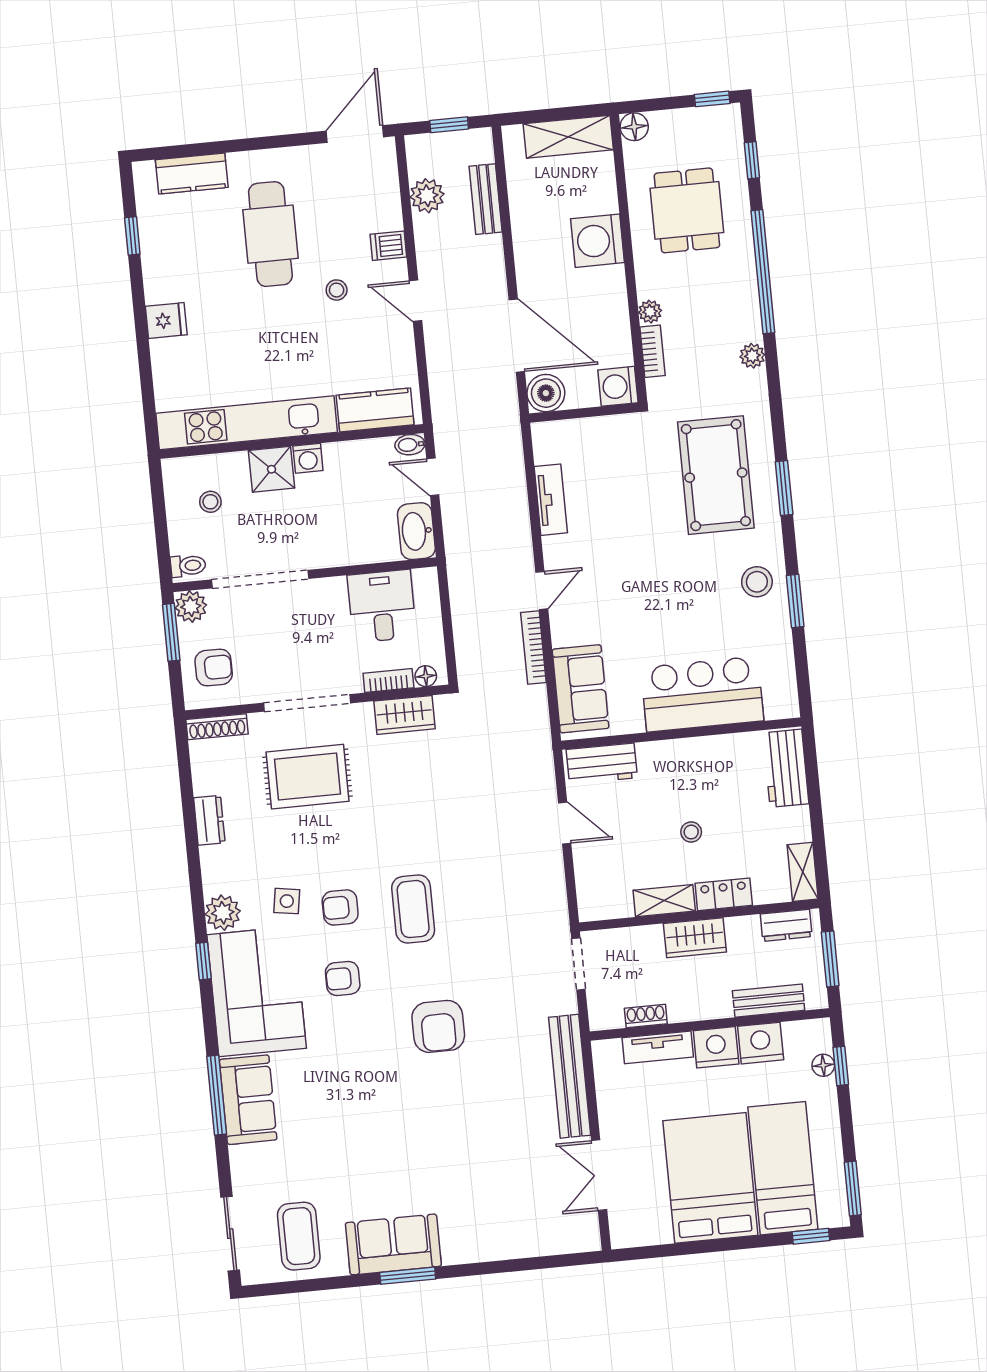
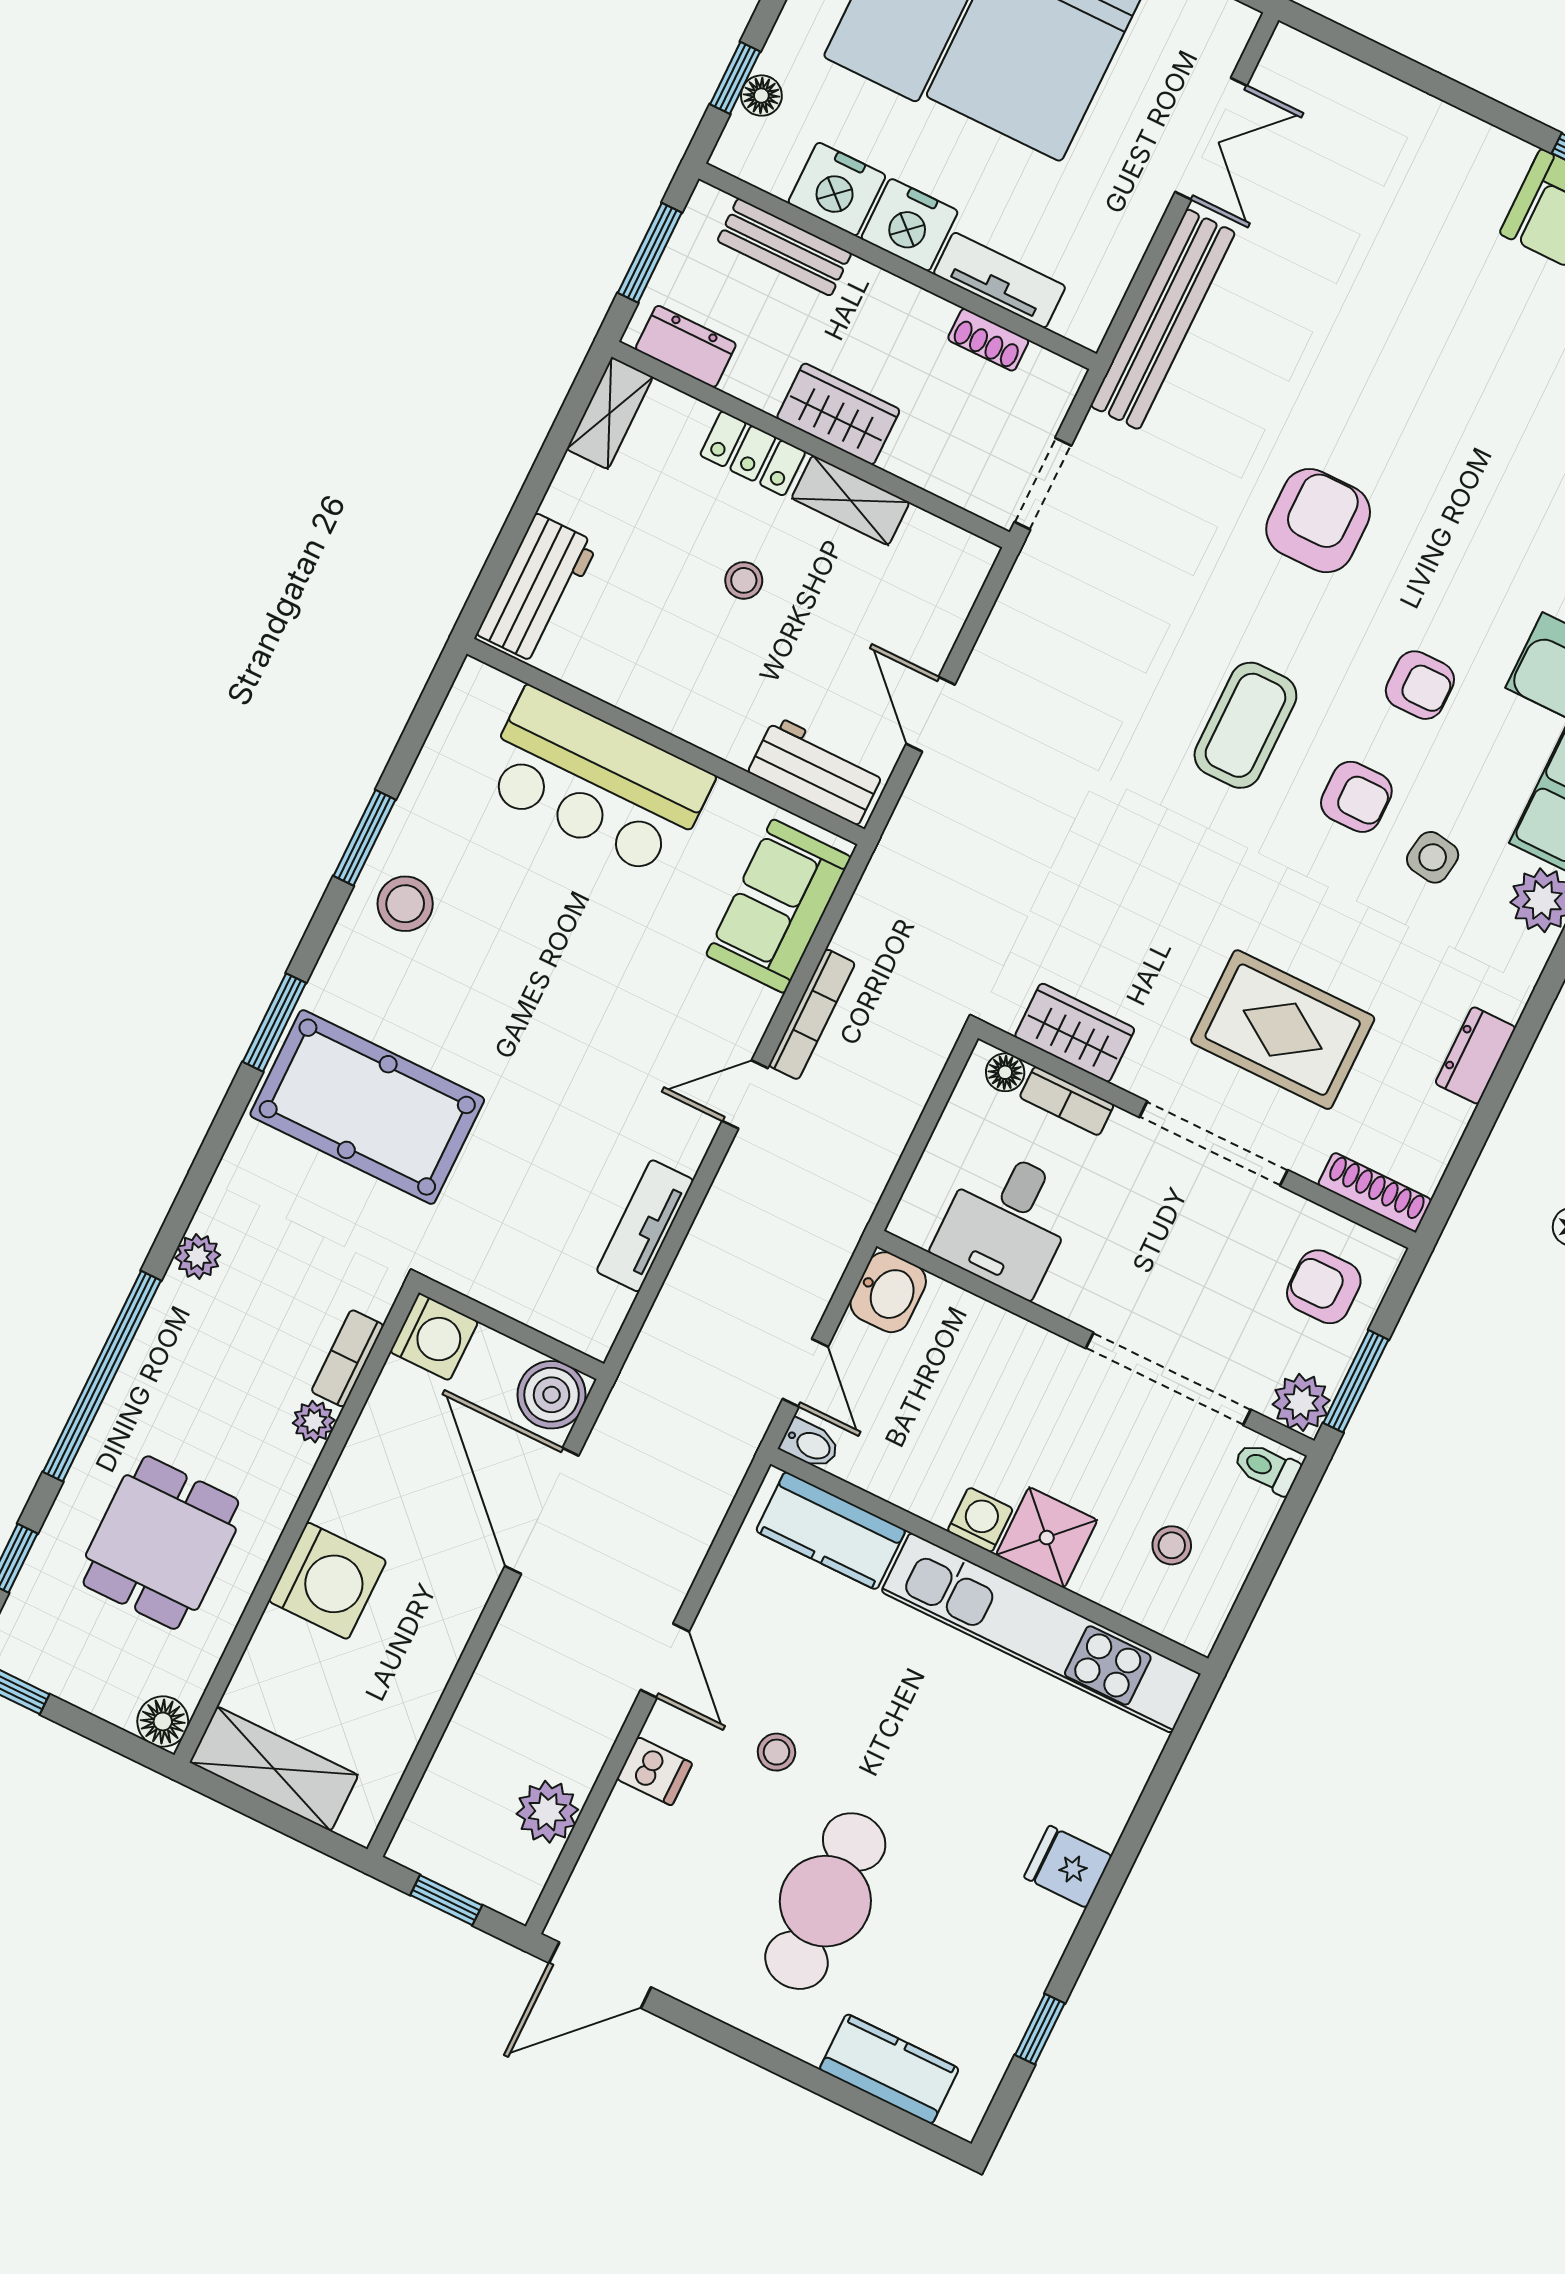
bench: (486, 199) -> (461, 1751), removed
pool table: (716, 475) -> (367, 1107), turned 90
washbasin: (416, 531) -> (888, 1292), width x0.72

